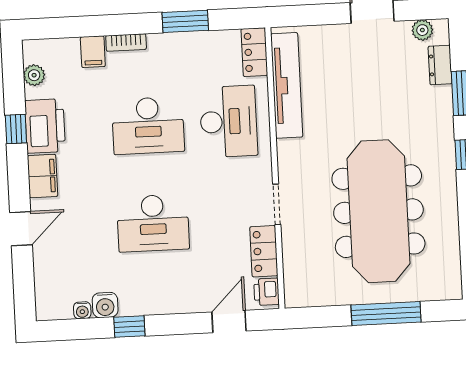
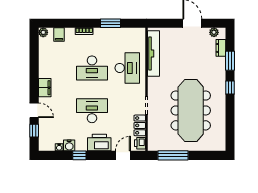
filing cabinet: (93, 52) -> (59, 34), moved
locker: (254, 52) -> (140, 38), removed
plant: (34, 75) -> (43, 32), moved
printer: (45, 126) -> (99, 143), moved, turned -90
window: (16, 129) -> (34, 131), moved
desk: (153, 223) -> (92, 111), turned 180
door: (21, 229) -> (34, 110), hinge flipped
window: (386, 314) -> (173, 155), moved

